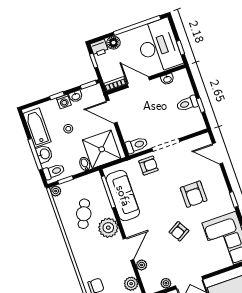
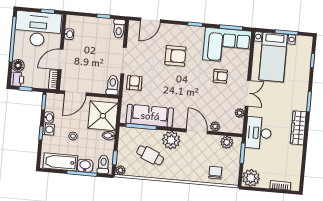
toilet: (187, 104) -> (119, 29), moved
armchair: (179, 231) -> (220, 76), moved, turned -60

